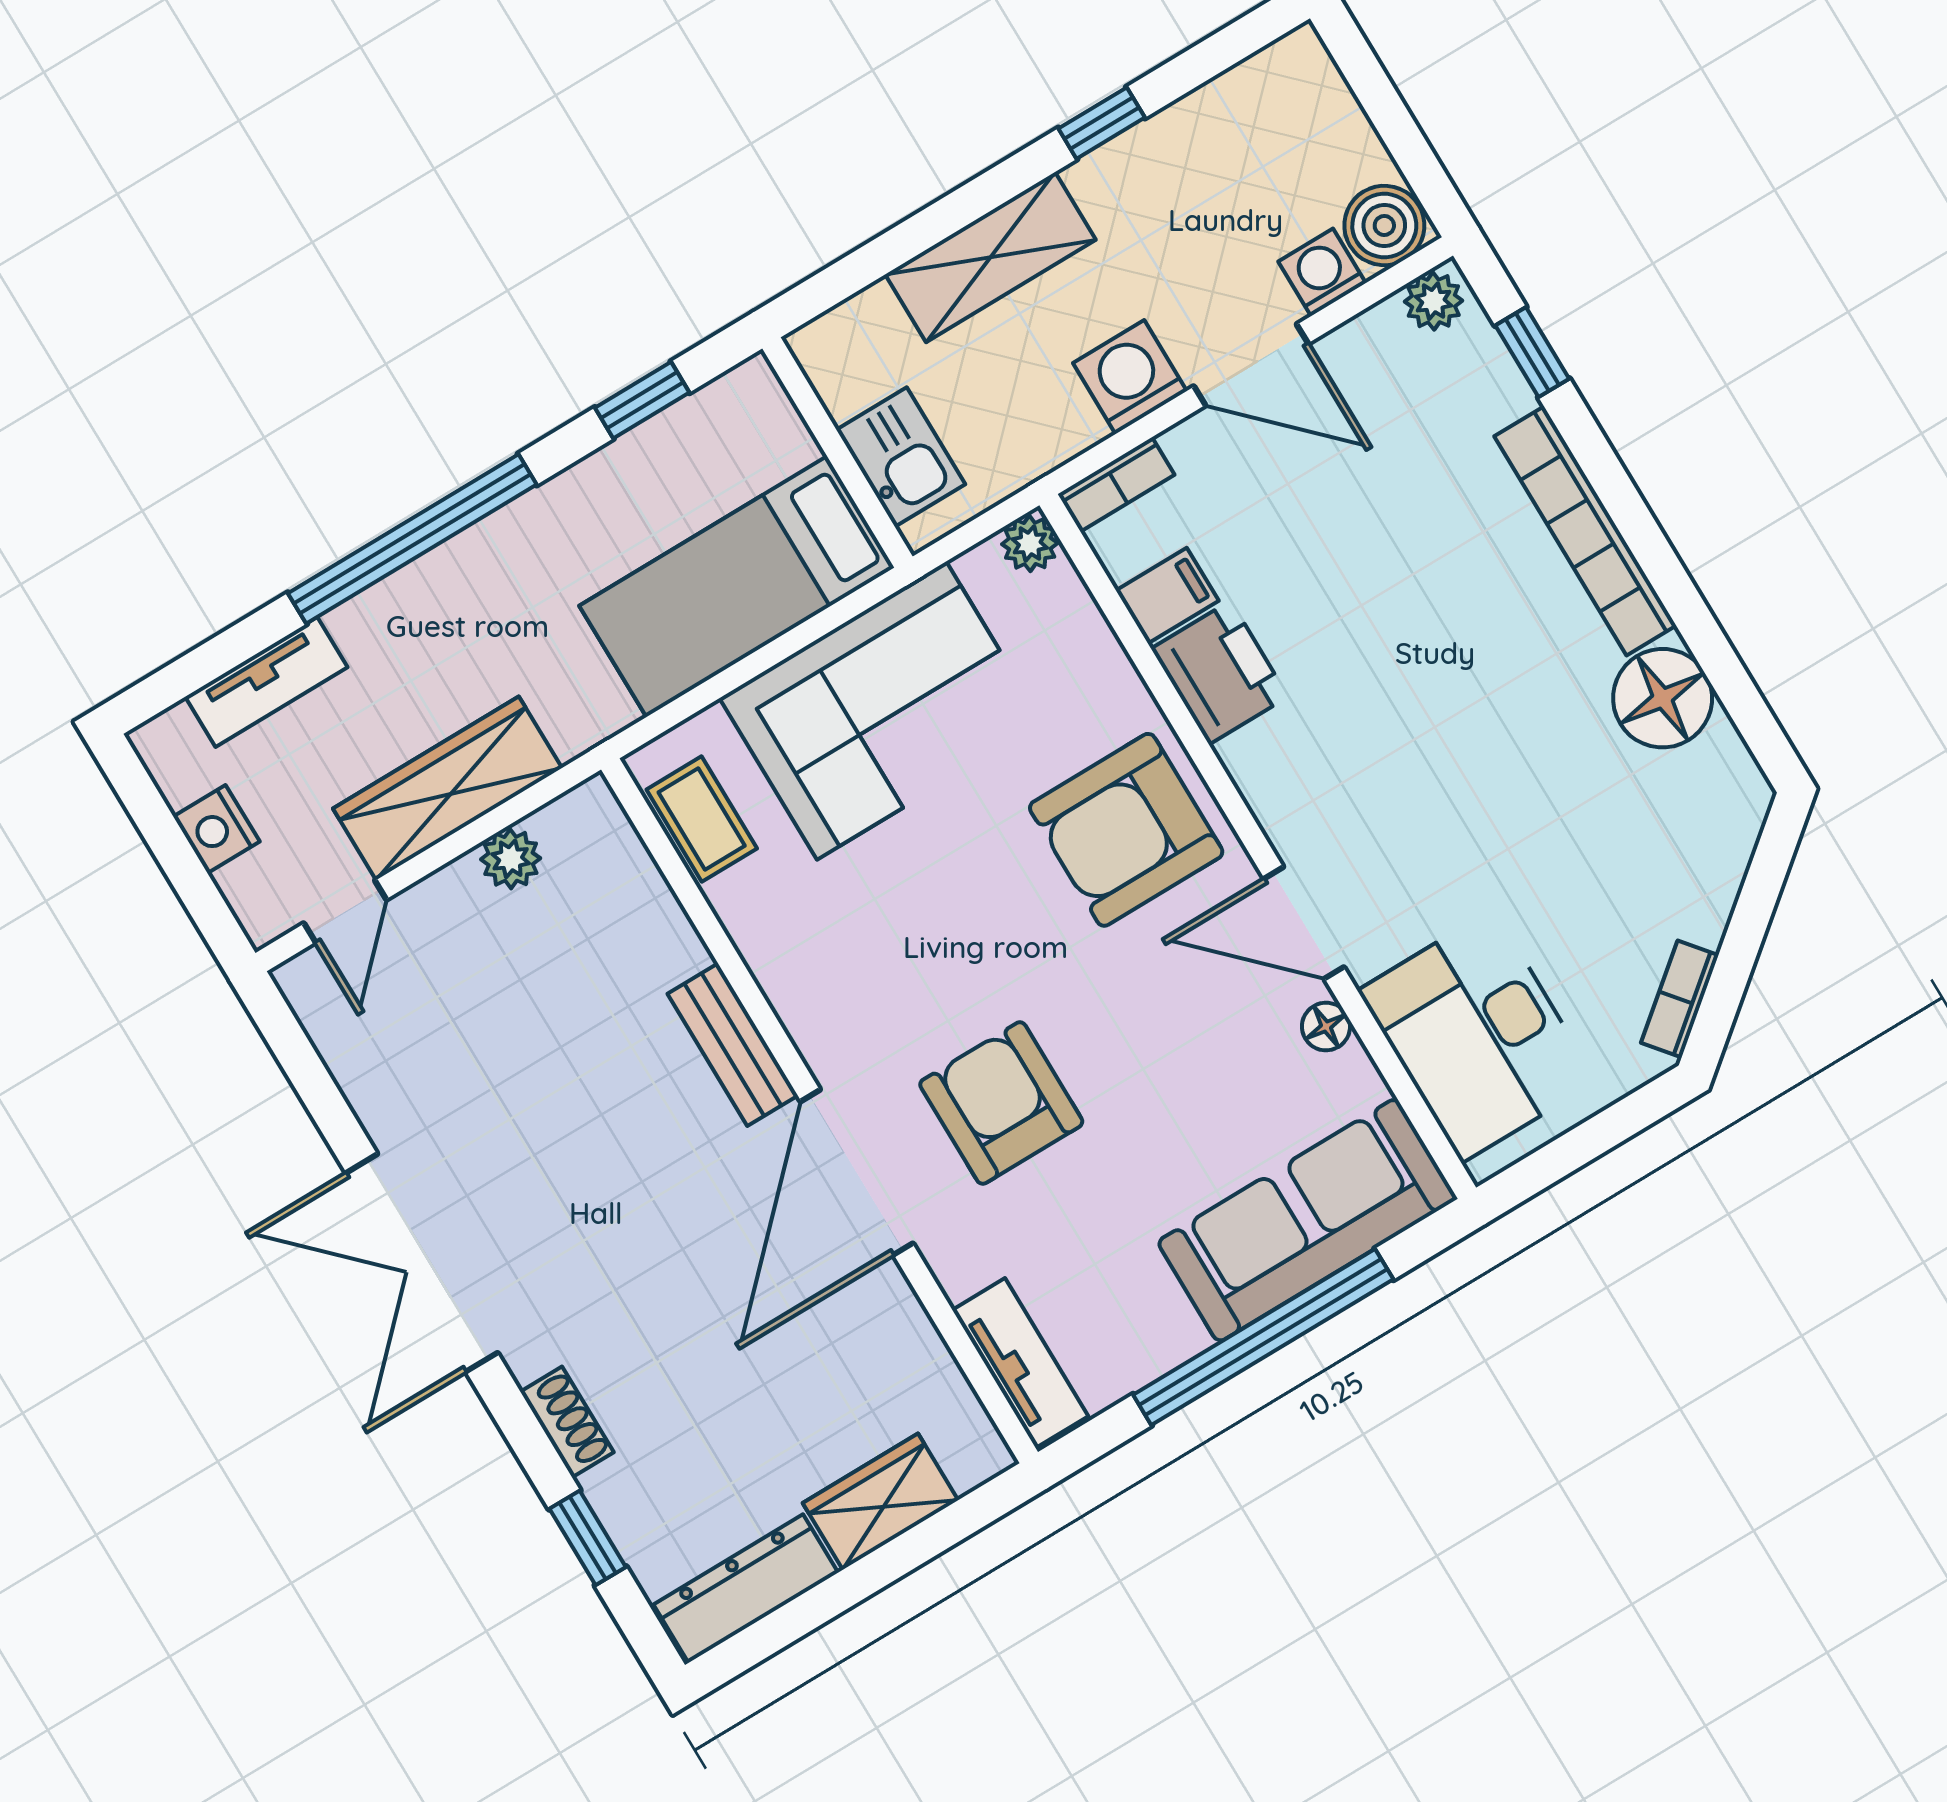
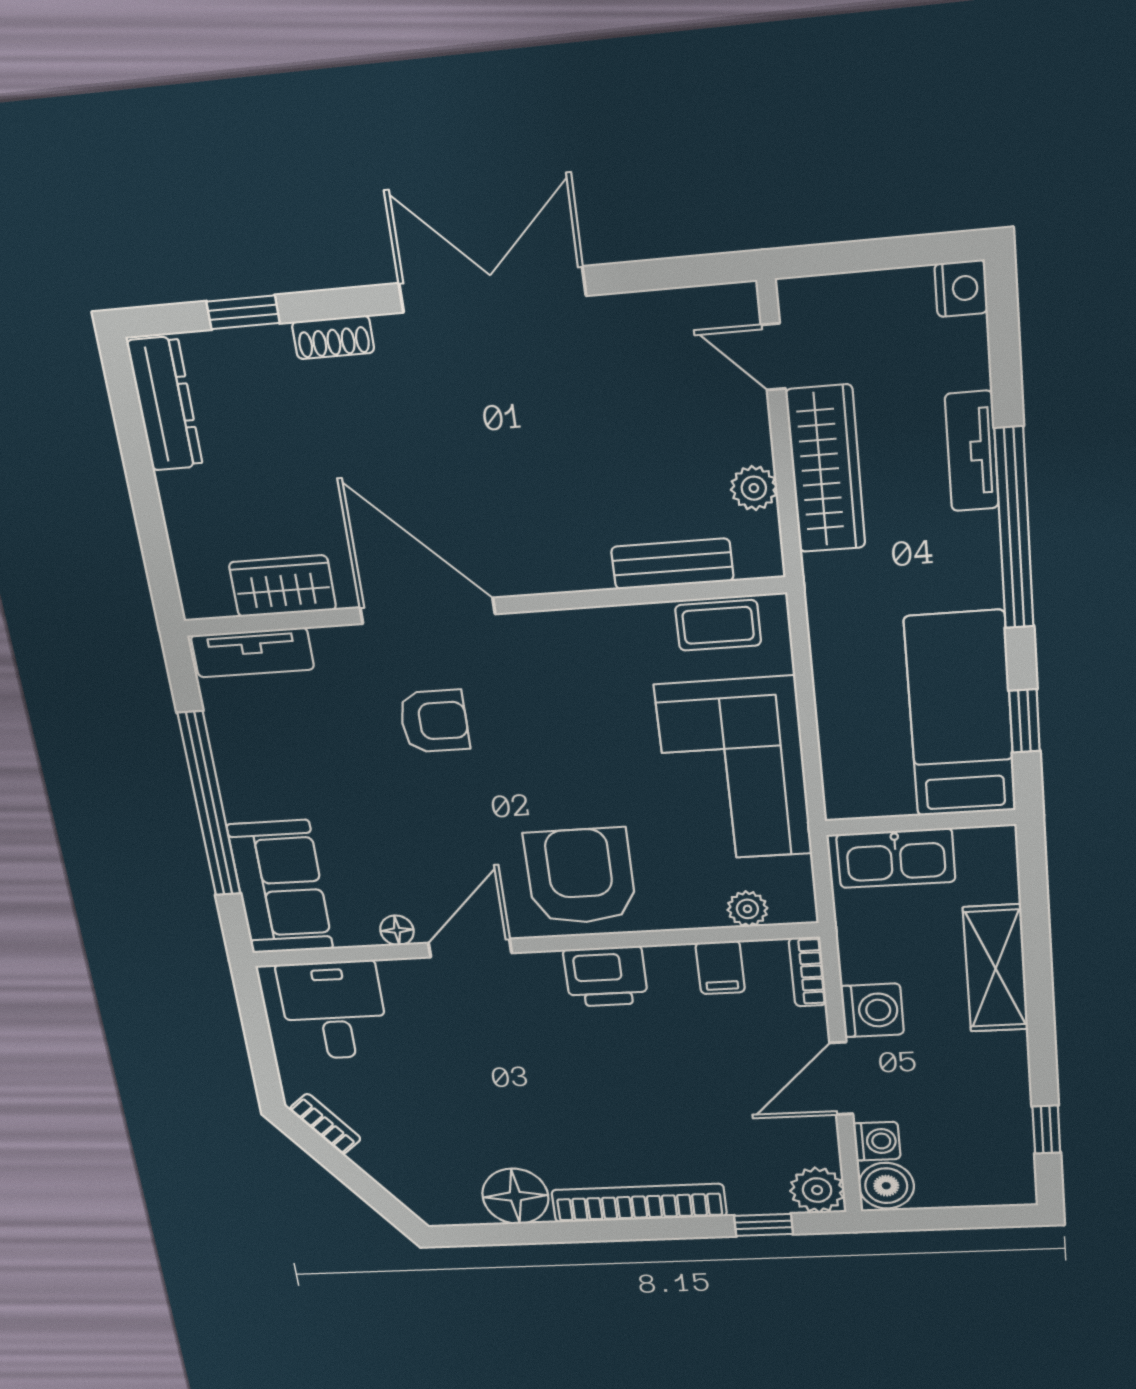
window: (1102, 123) -> (1046, 1130), moved
plant: (1433, 301) -> (817, 1190), width x1.38, depth x1.38
kitchen sink: (901, 457) -> (896, 858), width x1.38
plant: (1030, 543) -> (747, 909), moved
bed: (737, 587) -> (960, 714), moved
printer: (1220, 673) -> (606, 976), moved
tv unit: (266, 682) -> (972, 451), moved
nightstand: (216, 829) -> (961, 288), moved, turned 90
desk: (1477, 1036) -> (334, 1010), width x0.73
bench: (733, 1045) -> (672, 564), moved
armchair: (1001, 1103) -> (434, 721), width x0.72, depth x0.72
sofa: (1307, 1220) -> (280, 887), width x0.73
wardrobe: (880, 1502) -> (283, 586), moved, turned -90

